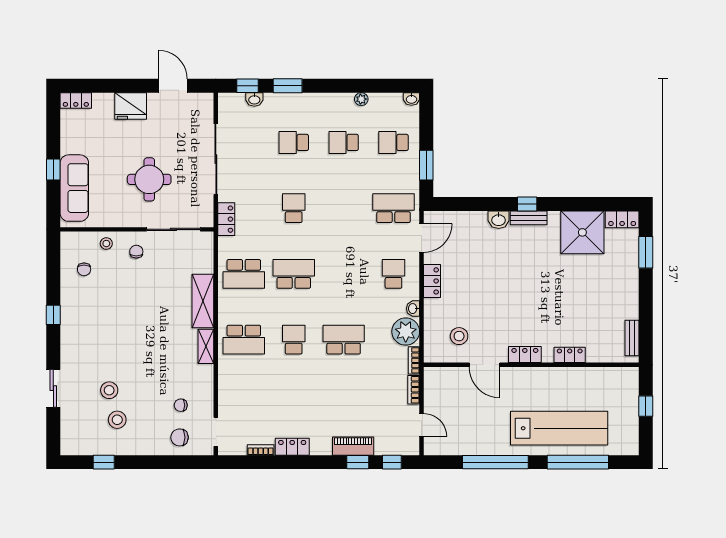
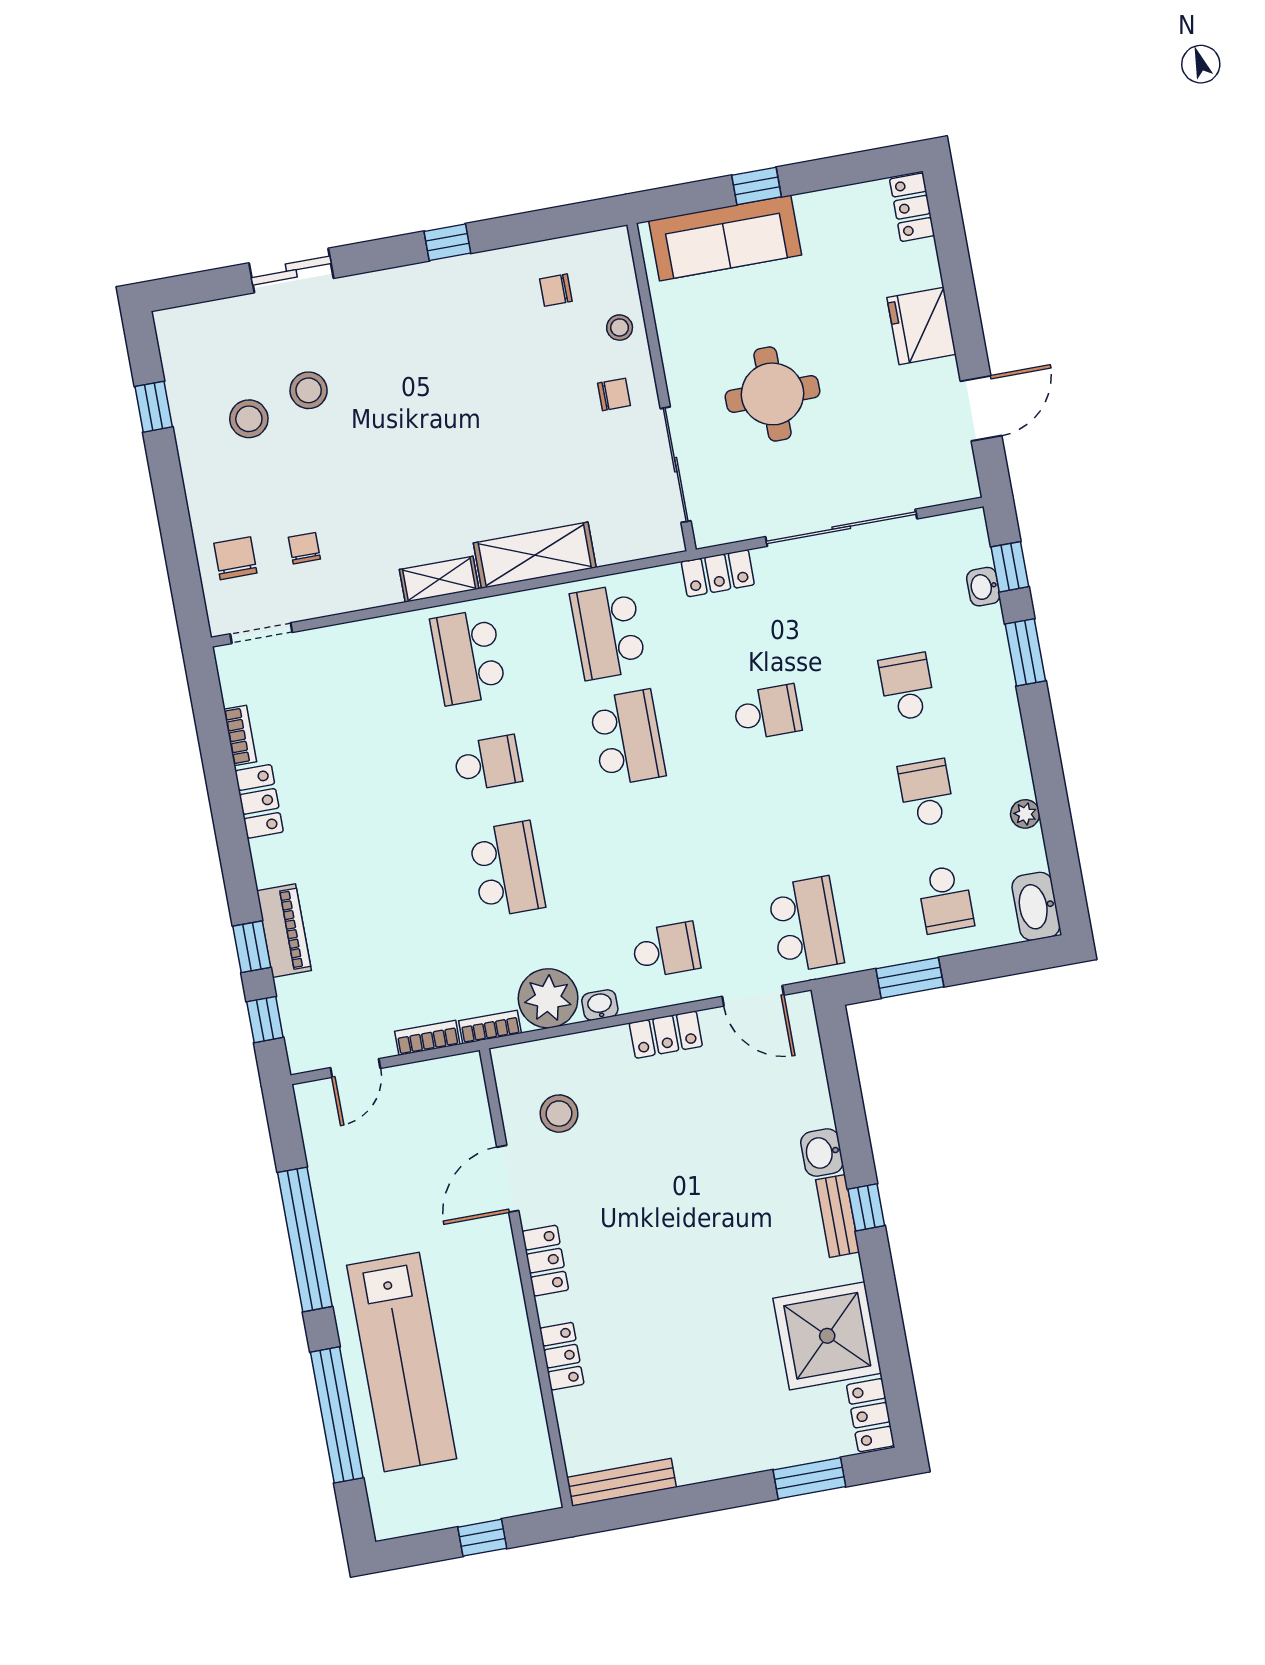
washbasin: (411, 99) -> (1036, 906), width x1.91, depth x1.45
school desk: (393, 142) -> (946, 899), turned 180
bench: (632, 338) -> (622, 1482), width x1.36

